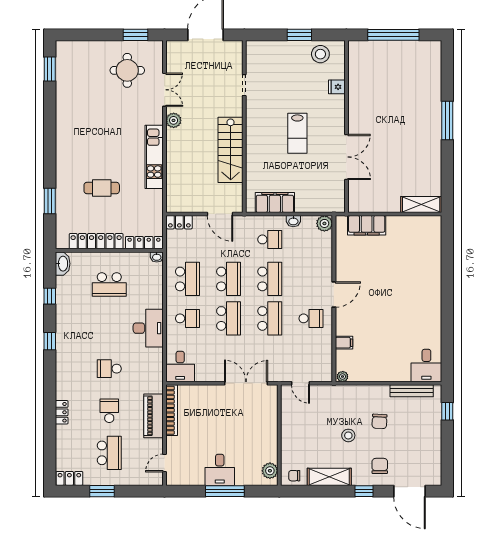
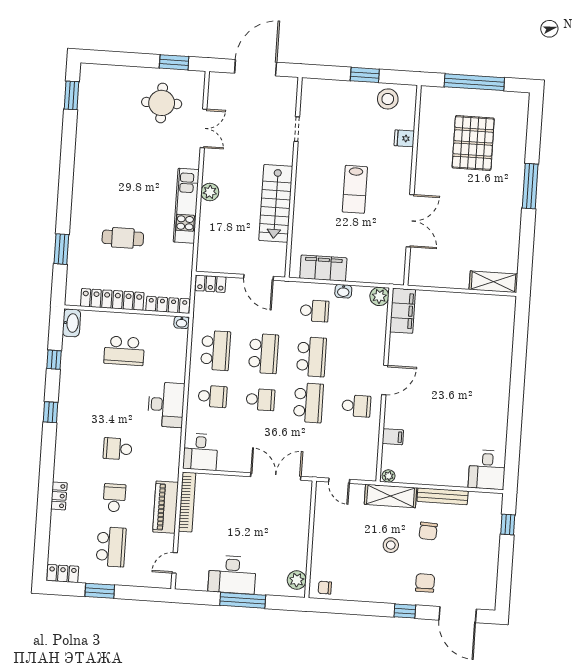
pallet: (396, 87) -> (473, 143), added
plant: (174, 120) -> (210, 192), moved
filing cabinet: (367, 225) -> (403, 311), moved, turned -90
school desk: (229, 318) -> (260, 400), width x0.54
bench: (412, 391) -> (443, 496), moved
desk: (220, 470) -> (232, 575), width x1.37
shelving: (329, 477) -> (391, 496), moved

